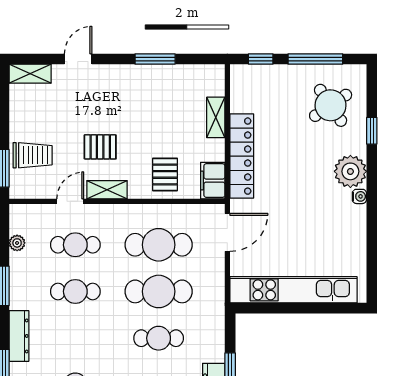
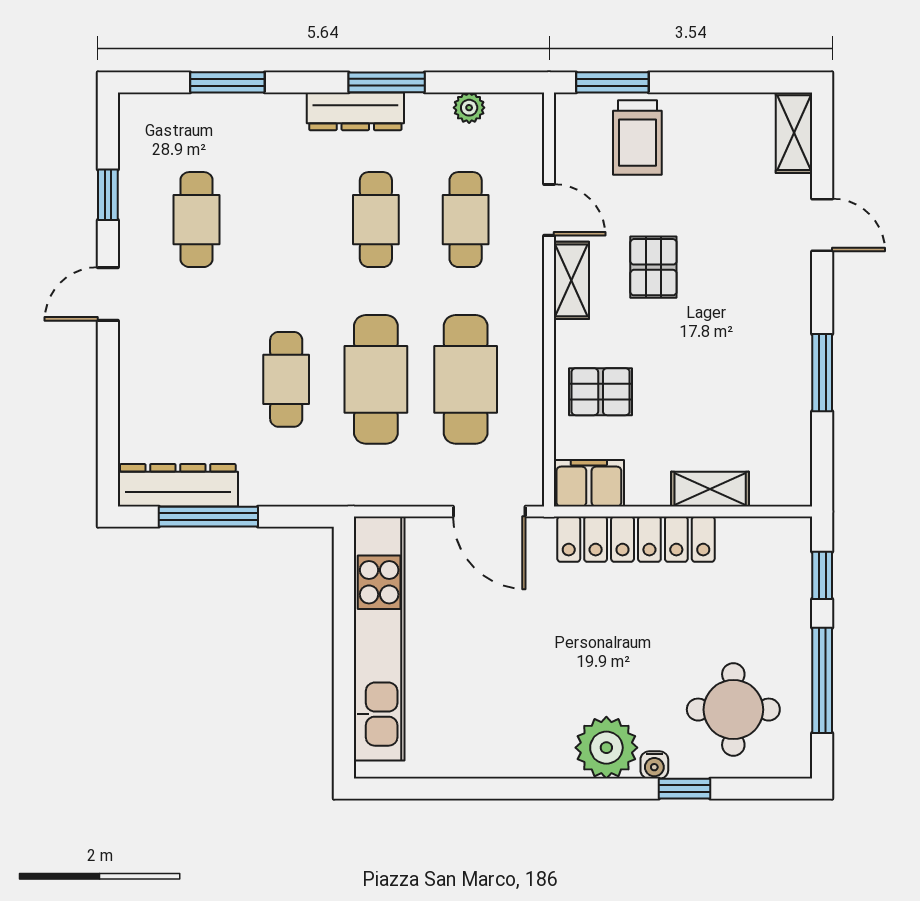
round table: (331, 105) -> (733, 710), turned 34
water cooler: (359, 196) -> (654, 765), moved
dresser: (19, 336) -> (355, 111), moved

